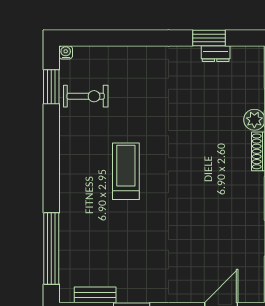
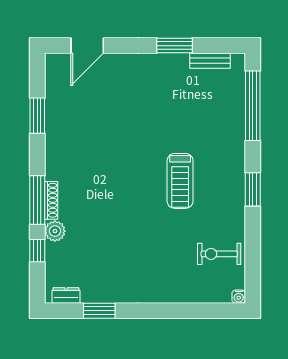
dresser: (216, 54) -> (66, 295), moved
window: (51, 87) -> (253, 189), moved

